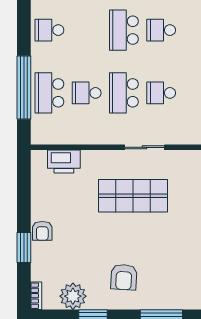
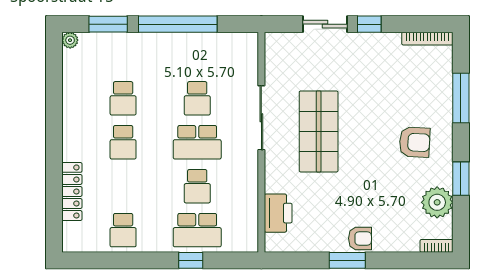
school desk: (124, 30) -> (123, 142), width x0.54
window: (24, 87) -> (191, 260), width x0.32
sliding door: (145, 147) -> (261, 118), width x1.37
window: (24, 248) -> (347, 260), moved

